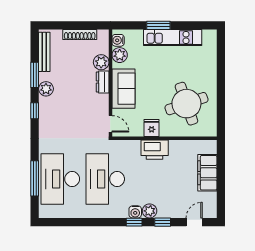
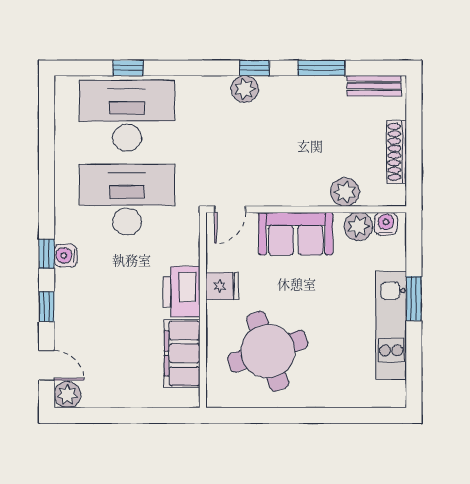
bench: (44, 52) -> (374, 86), width x0.73
dresser: (103, 82) -> (308, 195), removed
plant: (46, 89) -> (245, 89), moved
filing cabinet: (207, 173) -> (182, 353), moved, turned -90
window: (35, 178) -> (128, 68), width x0.46
plant: (150, 211) -> (67, 395), moved

